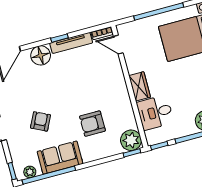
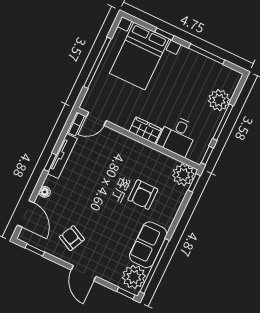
floor lamp: (41, 55) -> (45, 192), width x0.53, depth x0.53
armchair: (41, 121) -> (72, 238), moved
plant: (30, 172) -> (134, 277), width x1.87, depth x1.87

